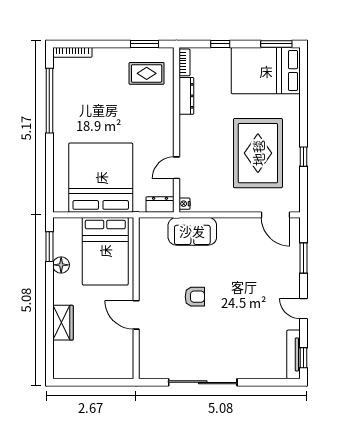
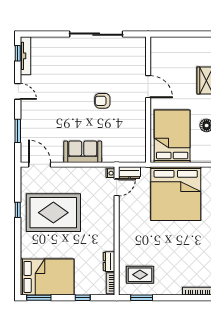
dresser: (186, 96) -> (109, 262), width x0.70
rug: (258, 153) -> (53, 213), turned 90
door: (176, 168) -> (117, 187), moved
sofa: (192, 231) -> (83, 152), moved

